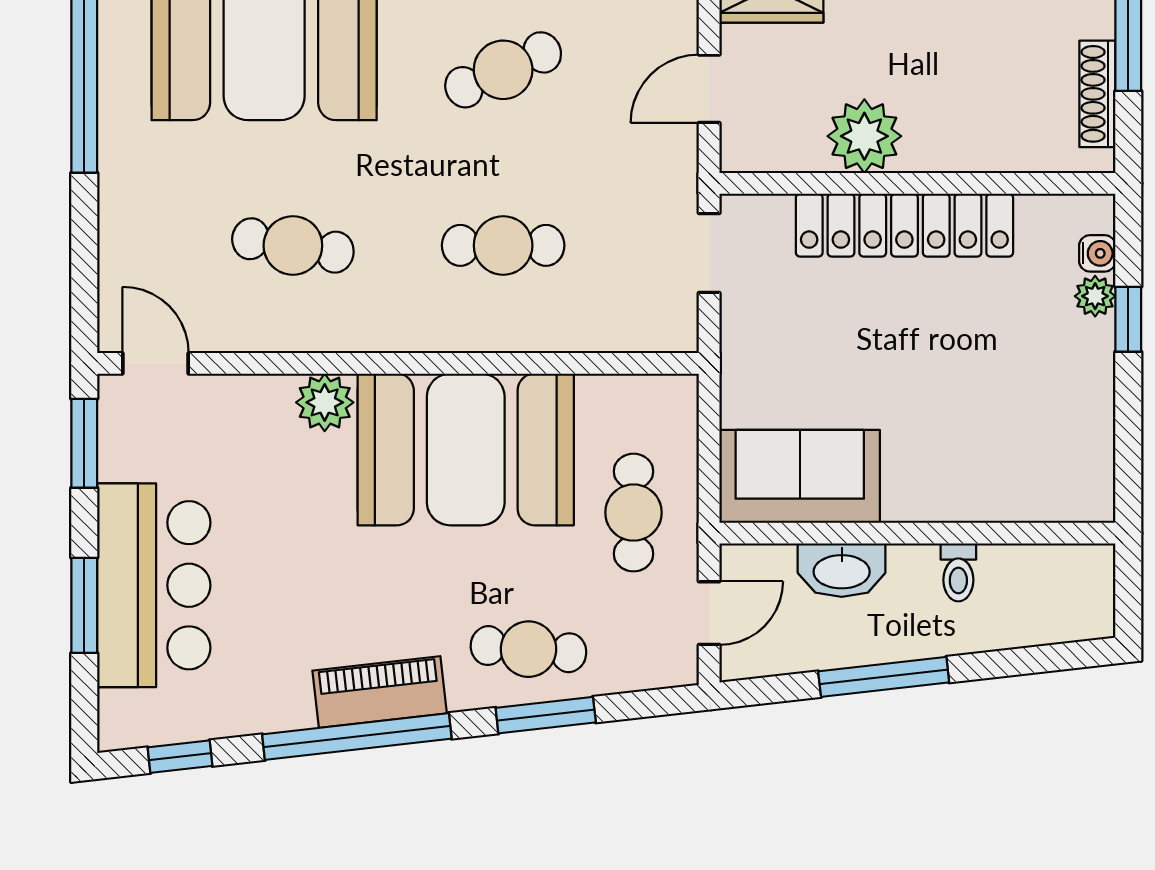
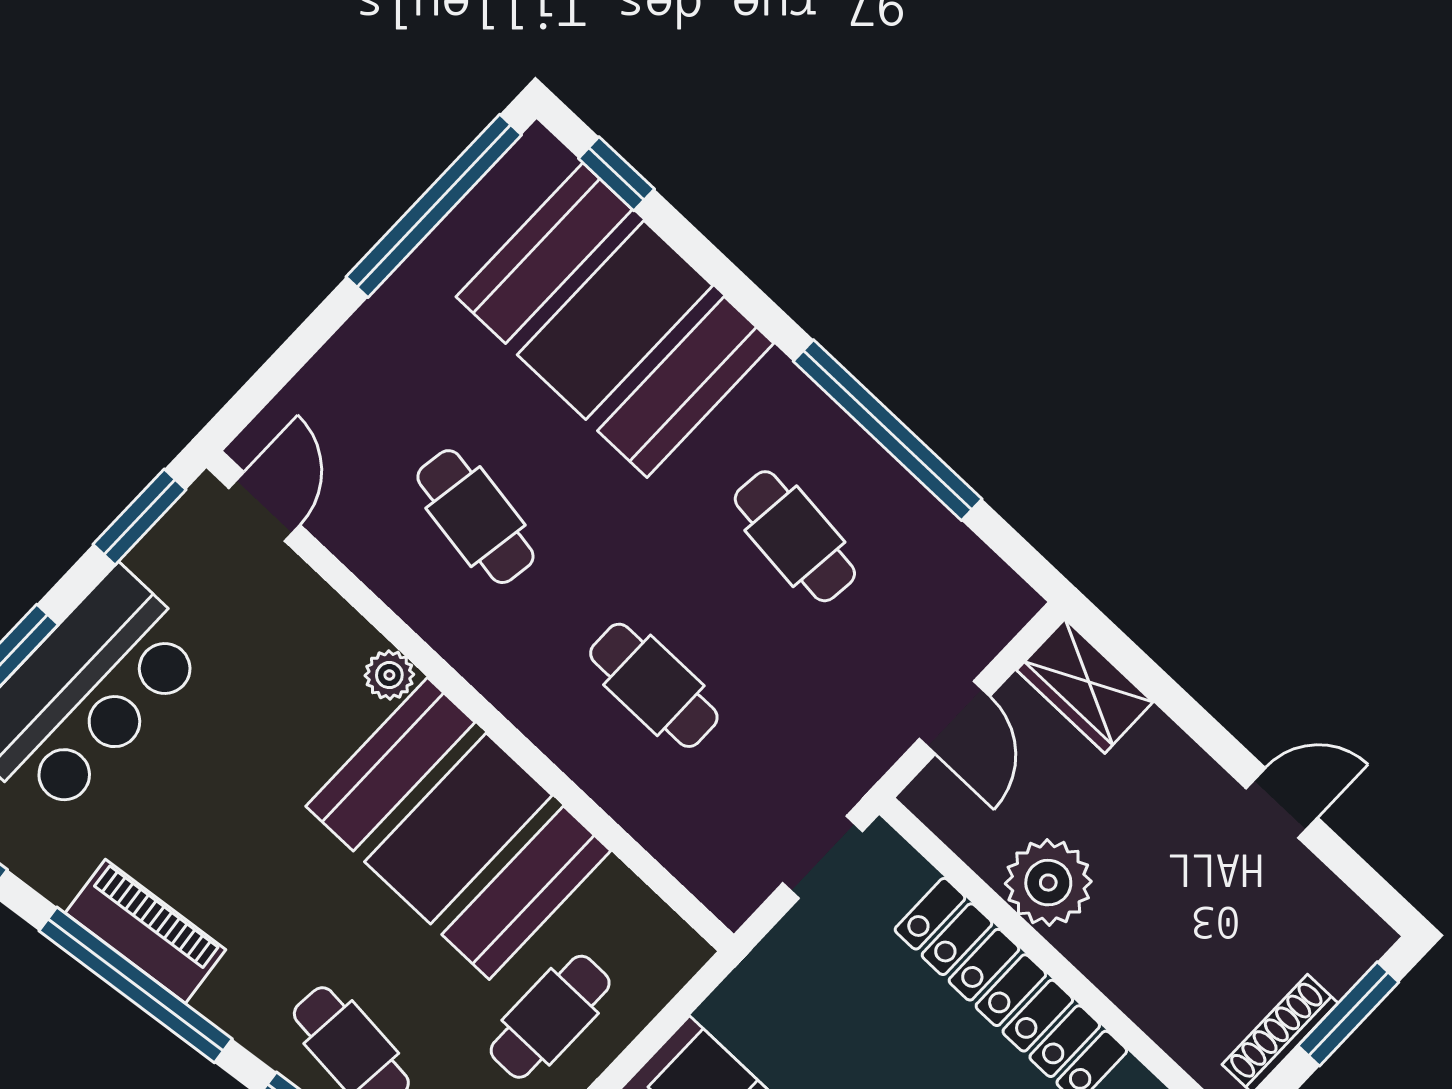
cafe table: (503, 70) -> (795, 536), turned 30
door: (709, 89) -> (955, 718), swing flipped
plant: (325, 402) -> (389, 675), width x0.73, depth x0.73
piano: (380, 692) -> (145, 931), moved

